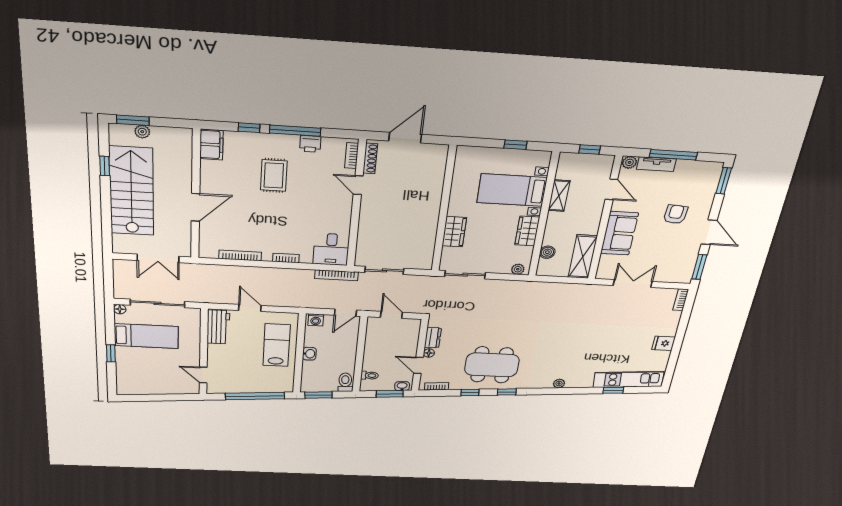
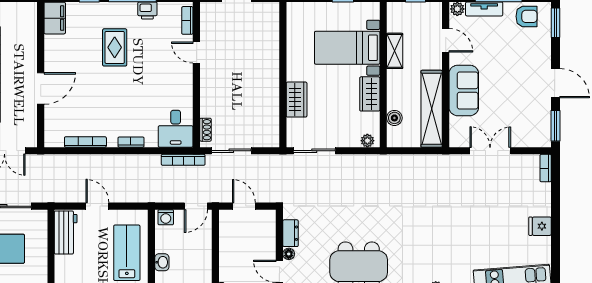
shoe rack: (370, 158) -> (205, 130), moved, width x0.70
armchair: (675, 214) -> (527, 16), moved, turned 86
shelving: (583, 257) -> (432, 109), width x1.47

